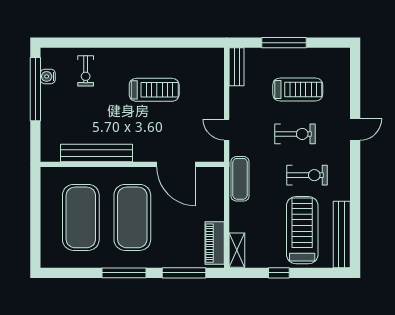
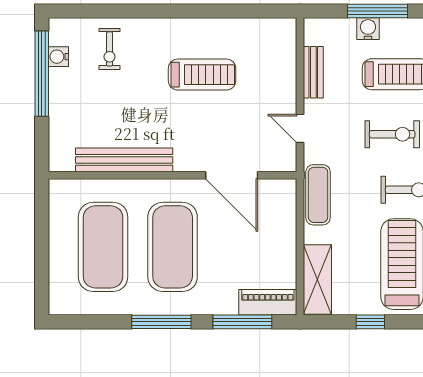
water cooler: (277, 56) -> (368, 29), added
bench: (237, 67) -> (313, 72), moved
piano: (215, 243) -> (268, 302), moved, turned 90
shelving: (237, 250) -> (317, 280), width x1.50, depth x1.33

